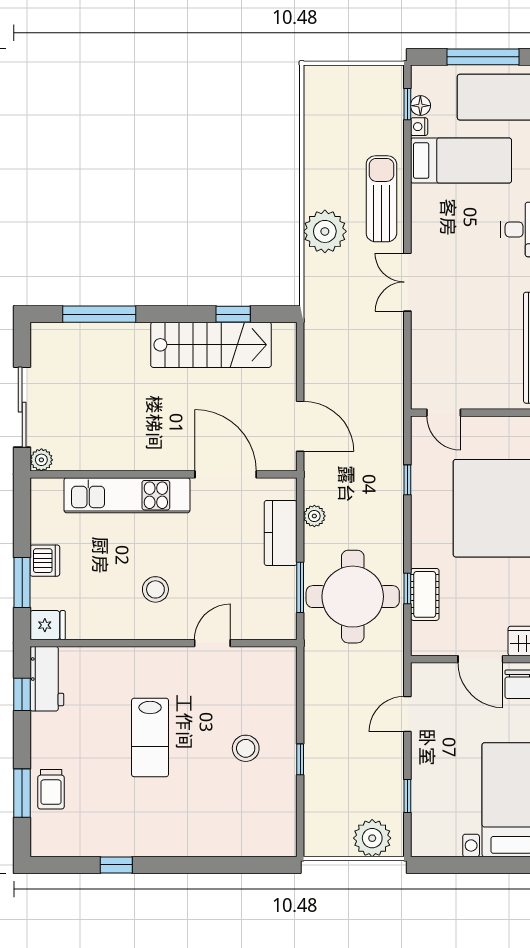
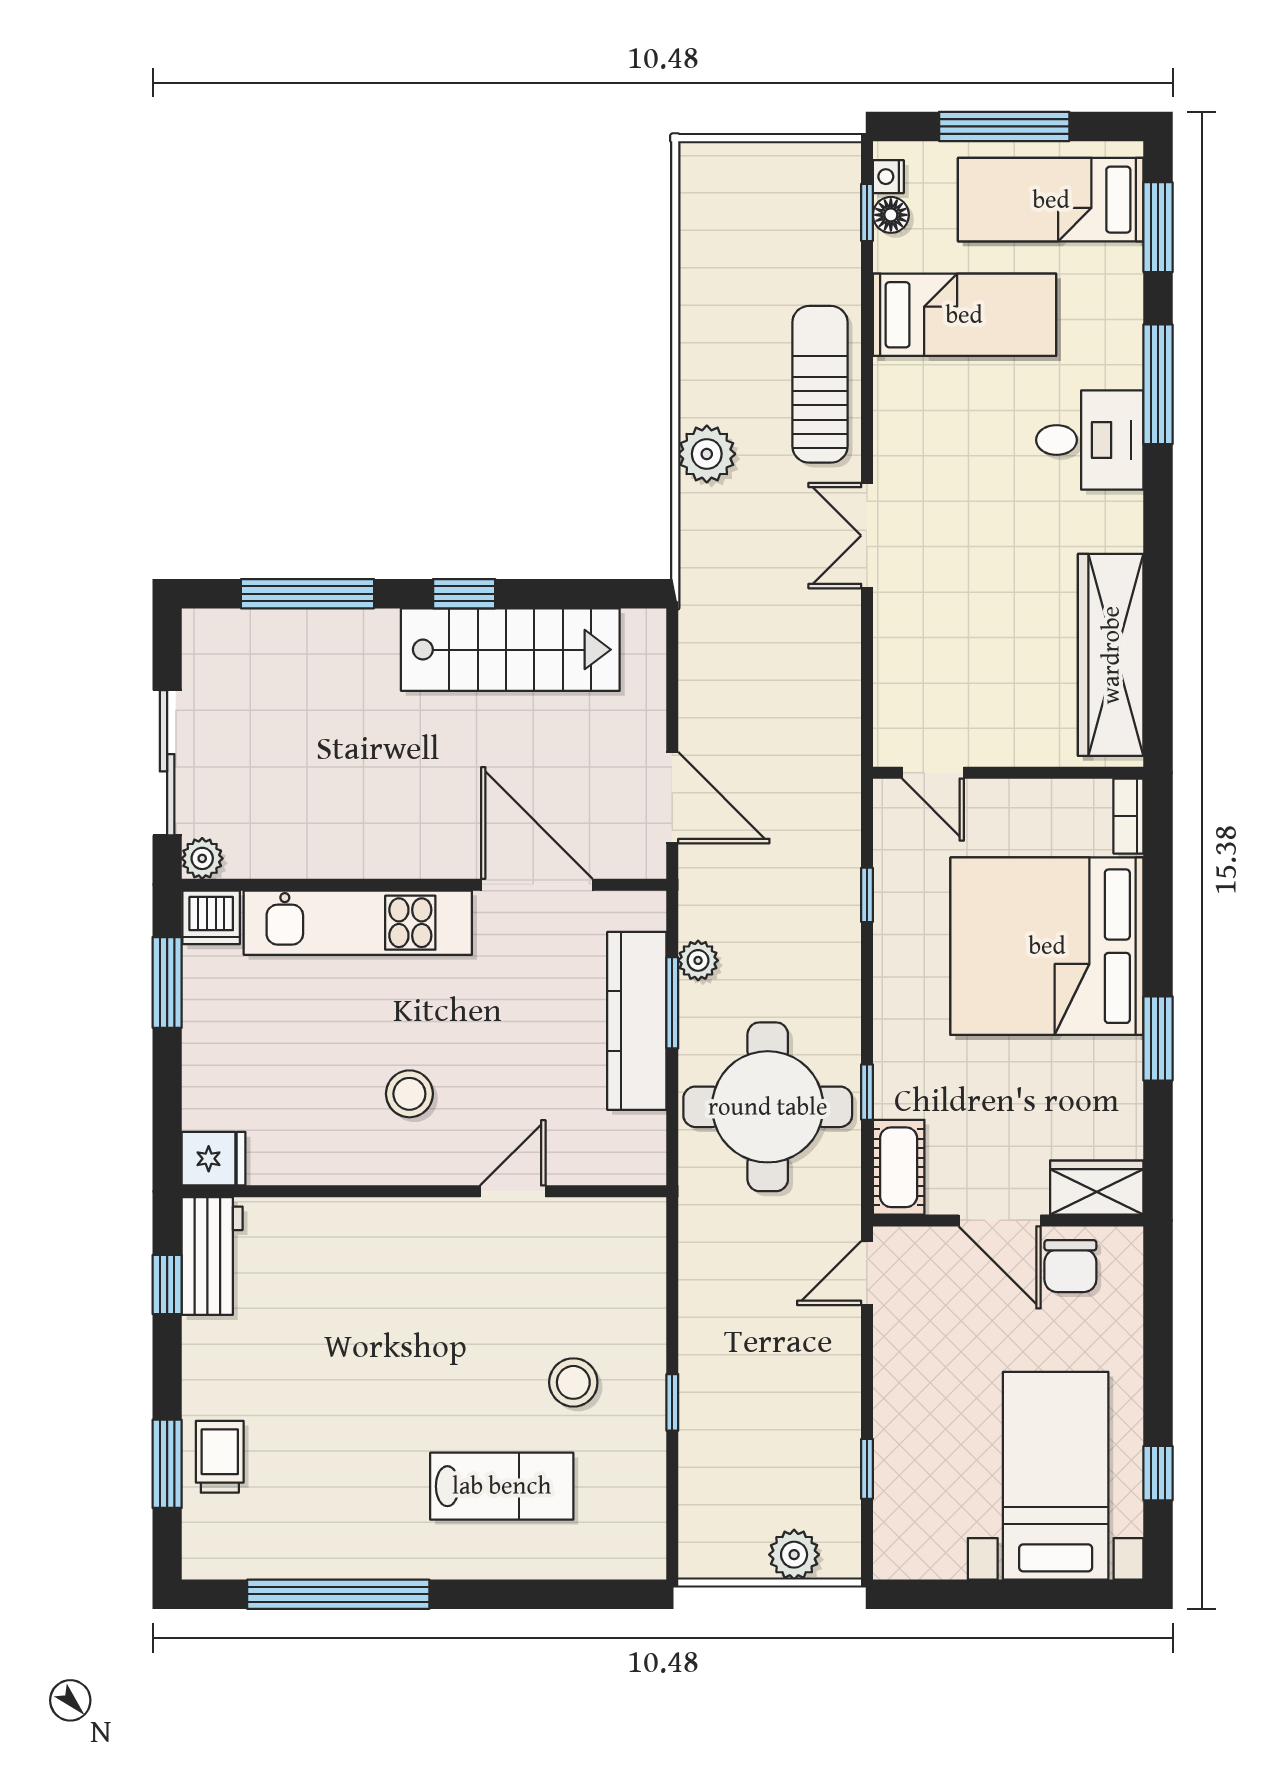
nightstand: (419, 127) -> (888, 177), moved
plant: (325, 231) -> (707, 454), width x0.73, depth x0.73
window: (233, 314) -> (464, 594), moved
kitchen counter: (281, 533) -> (637, 1021), width x1.50
dishwasher: (45, 561) -> (211, 917), moved, turned 90
window: (22, 583) -> (167, 982), moved
window: (300, 587) -> (672, 1003), moved
cot: (425, 594) -> (899, 1167), moved
door: (407, 714) -> (867, 1273), moved
lab bench: (150, 737) -> (502, 1486), moved, turned -90
trolley: (51, 789) -> (220, 1457), turned 180
plant: (372, 838) -> (794, 1555), width x0.73, depth x0.73
window: (116, 865) -> (338, 1594), width x3.17

